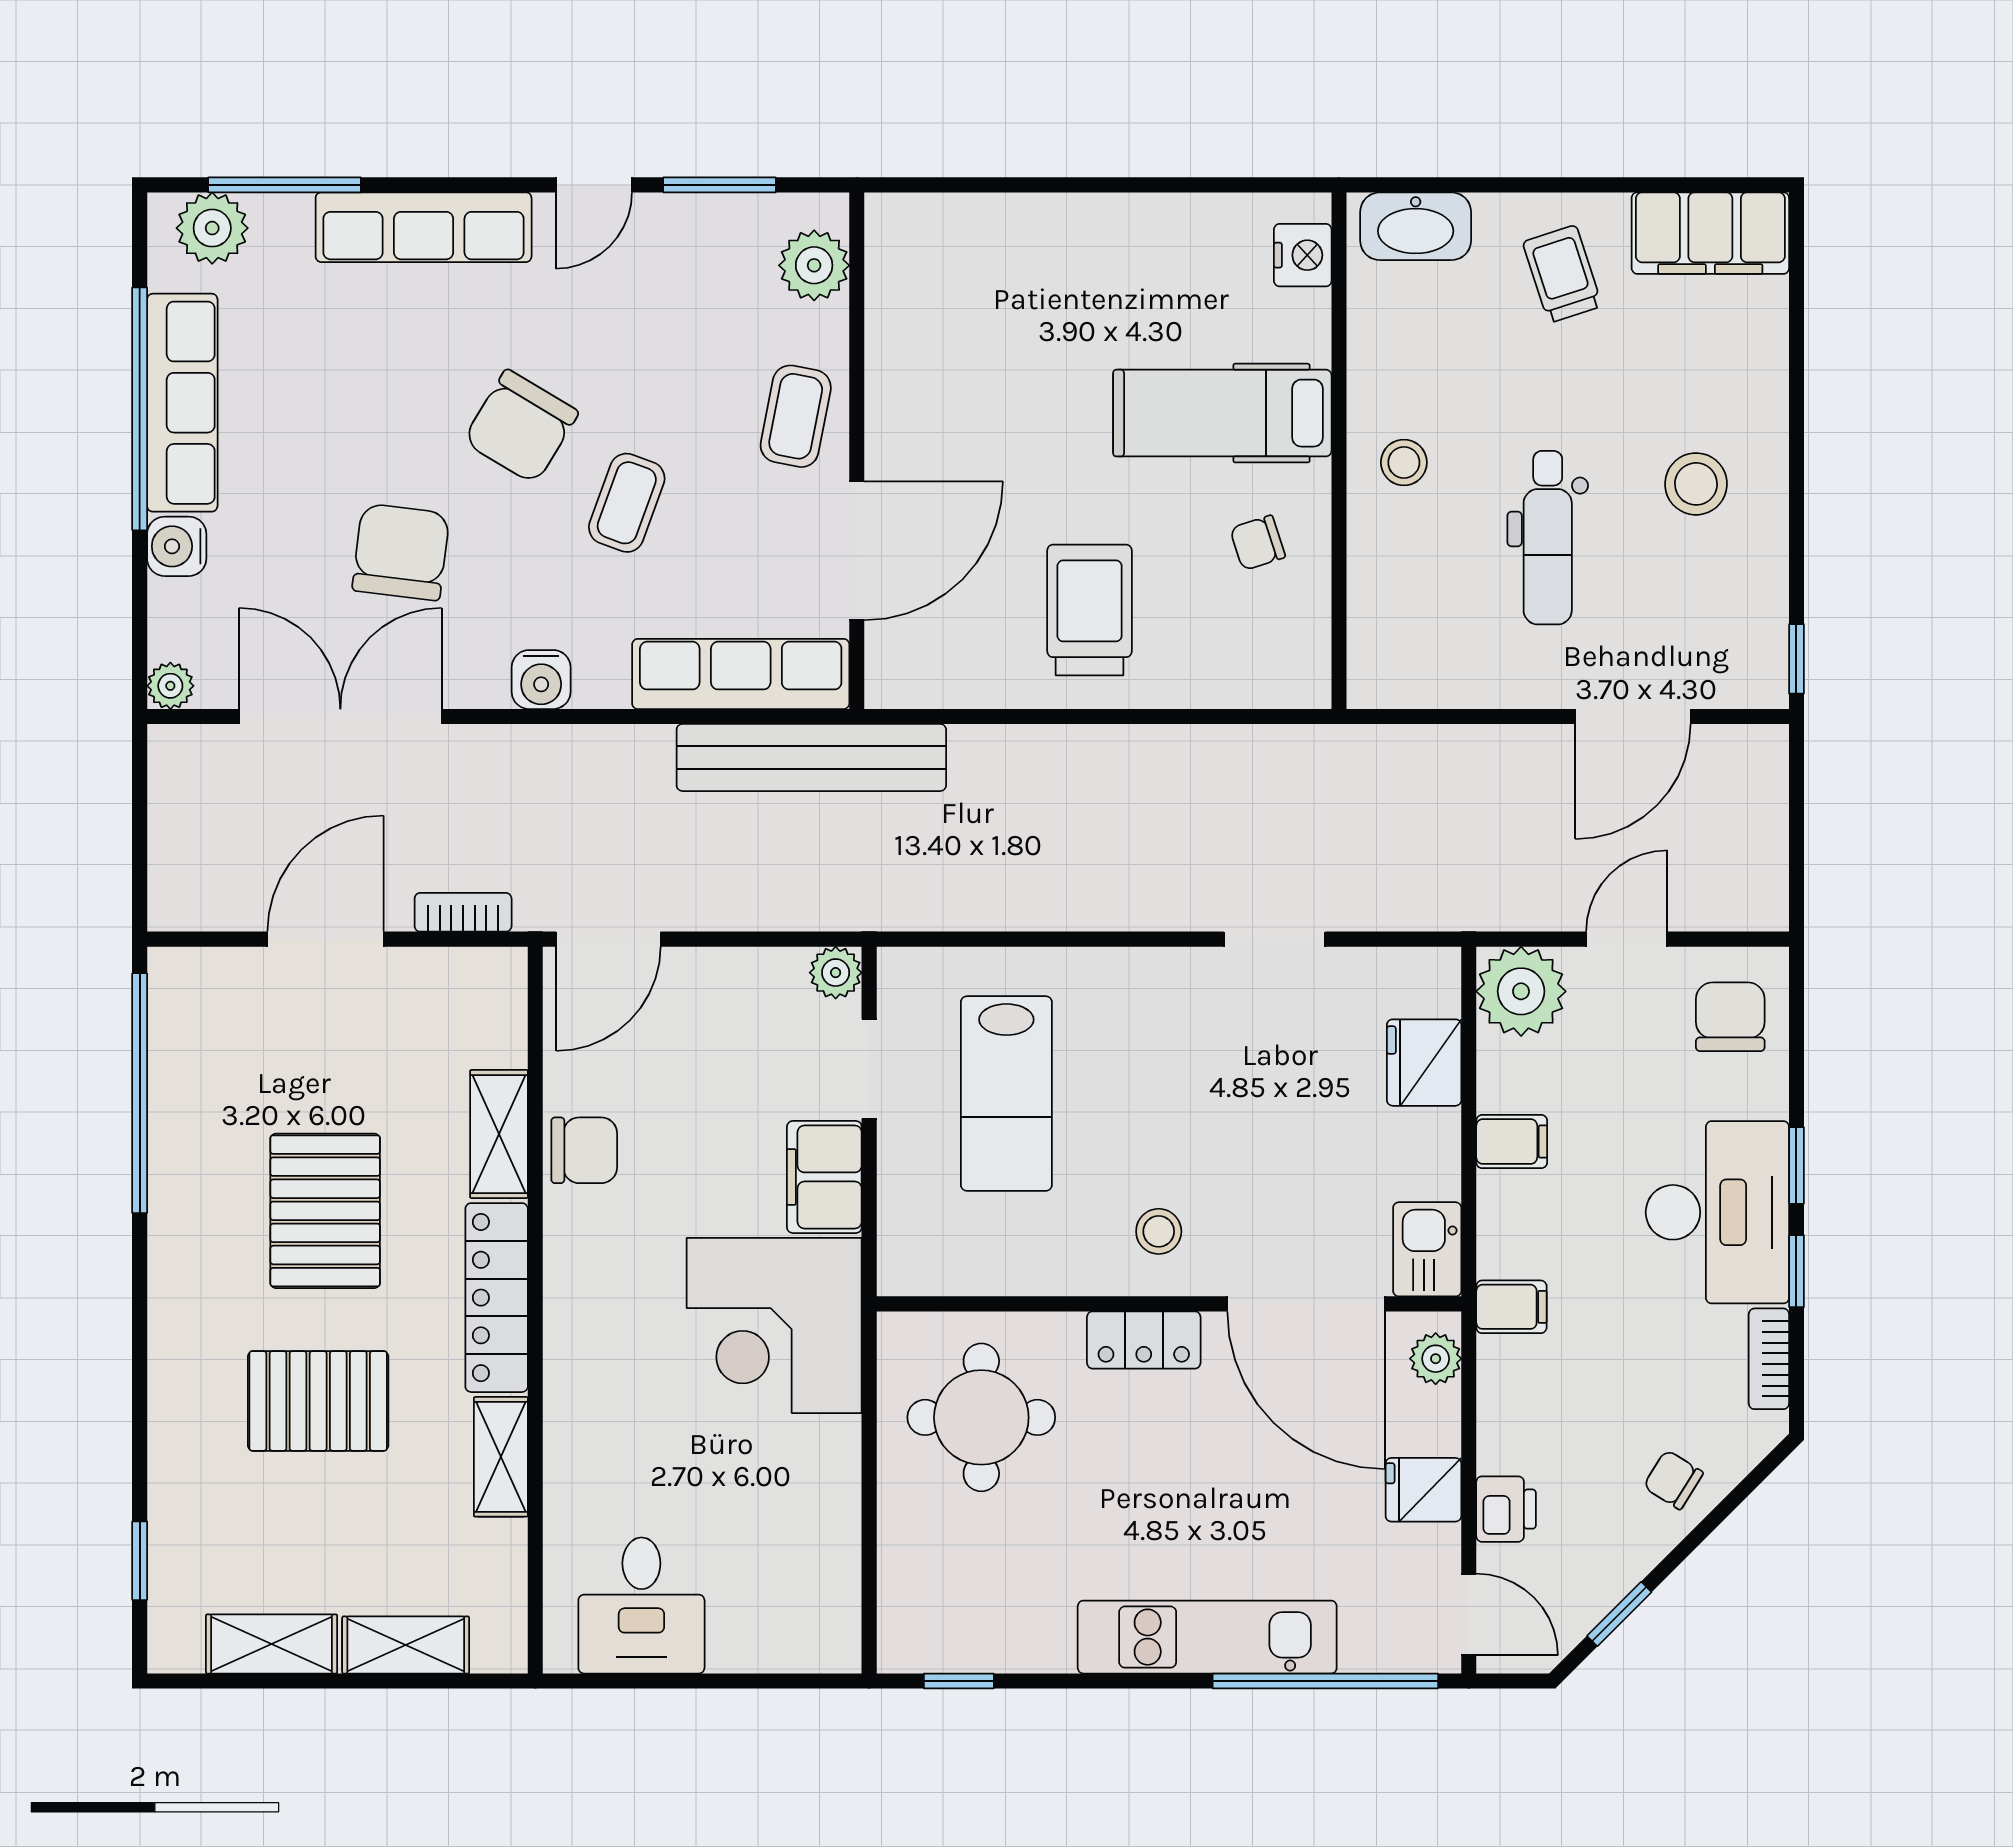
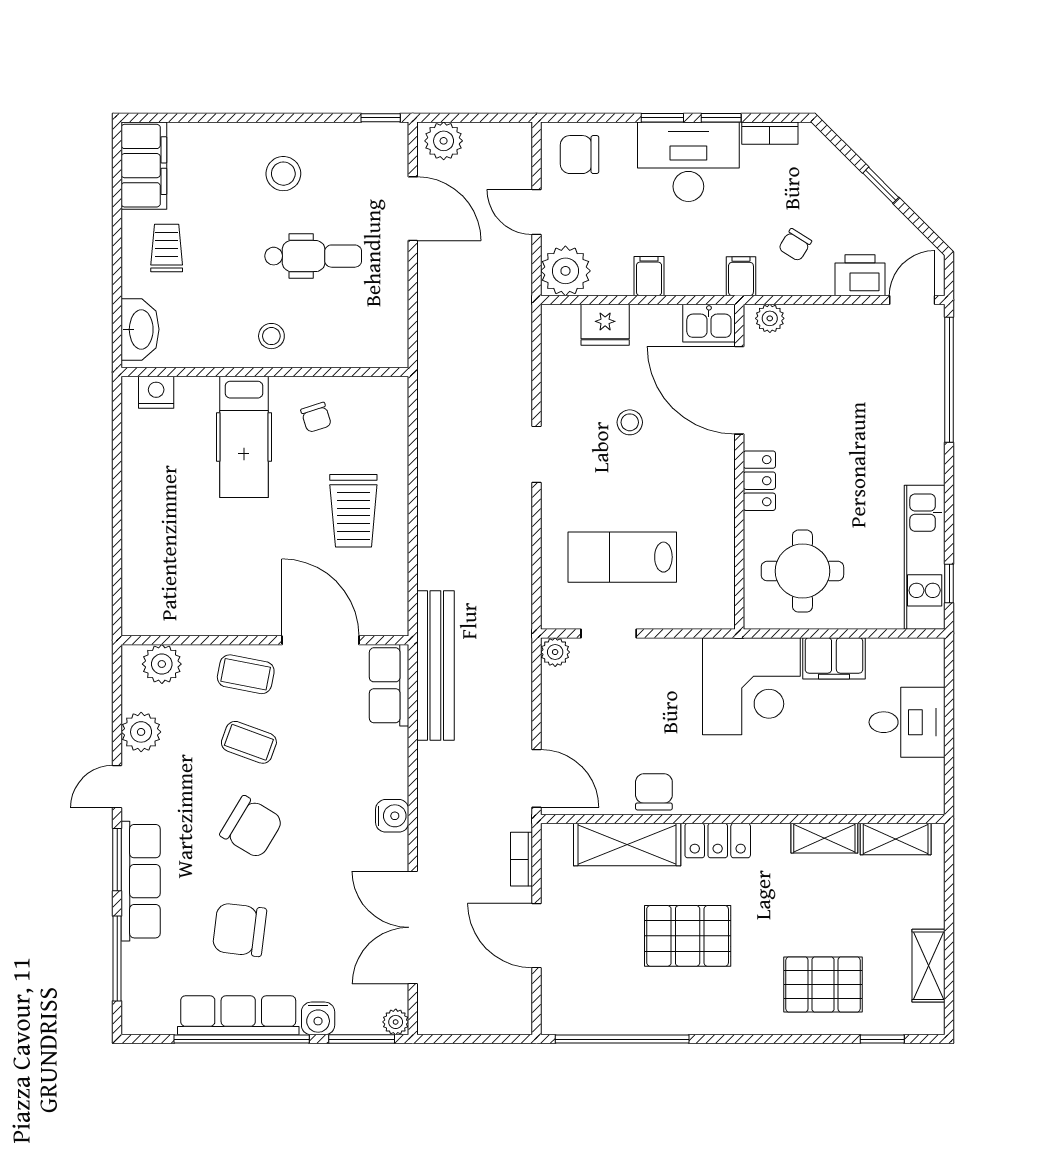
door: (594, 185) -> (117, 787), swing flipped
window: (719, 185) -> (117, 860), moved
plant: (212, 228) -> (141, 732), moved
trolley: (1562, 274) -> (167, 248), turned 108
coffee table: (627, 503) -> (249, 742), moved
chair: (401, 552) -> (240, 930), moved
trolley: (1090, 610) -> (353, 511), turned -90
window: (140, 624) -> (362, 1039), added
row of seats: (741, 674) -> (389, 685), width x0.68
plant: (1755, 772) -> (444, 141), added
doorway: (1274, 939) -> (536, 454), moved
lab bench: (1006, 1094) -> (622, 557), turned 180
shelving: (499, 1134) -> (627, 845), width x1.50, depth x1.33
filing cabinet: (824, 1177) -> (834, 658), moved
stool: (1159, 1231) -> (630, 422), moved
locker: (497, 1298) -> (718, 841), width x0.66
door: (1306, 1304) -> (739, 390), swing flipped
pallet: (318, 1401) -> (823, 985), moved, turned 90
chair: (1673, 1480) -> (795, 245), moved
fridge: (1423, 1490) -> (843, 325), removed
printer: (1506, 1509) -> (860, 275), width x1.36, depth x1.24
desk: (641, 1606) -> (907, 722), moved
window: (1619, 1614) -> (881, 185), moved
kitchen unit: (1207, 1637) -> (925, 557), moved
shelving: (406, 1645) -> (896, 839), moved, turned 90

